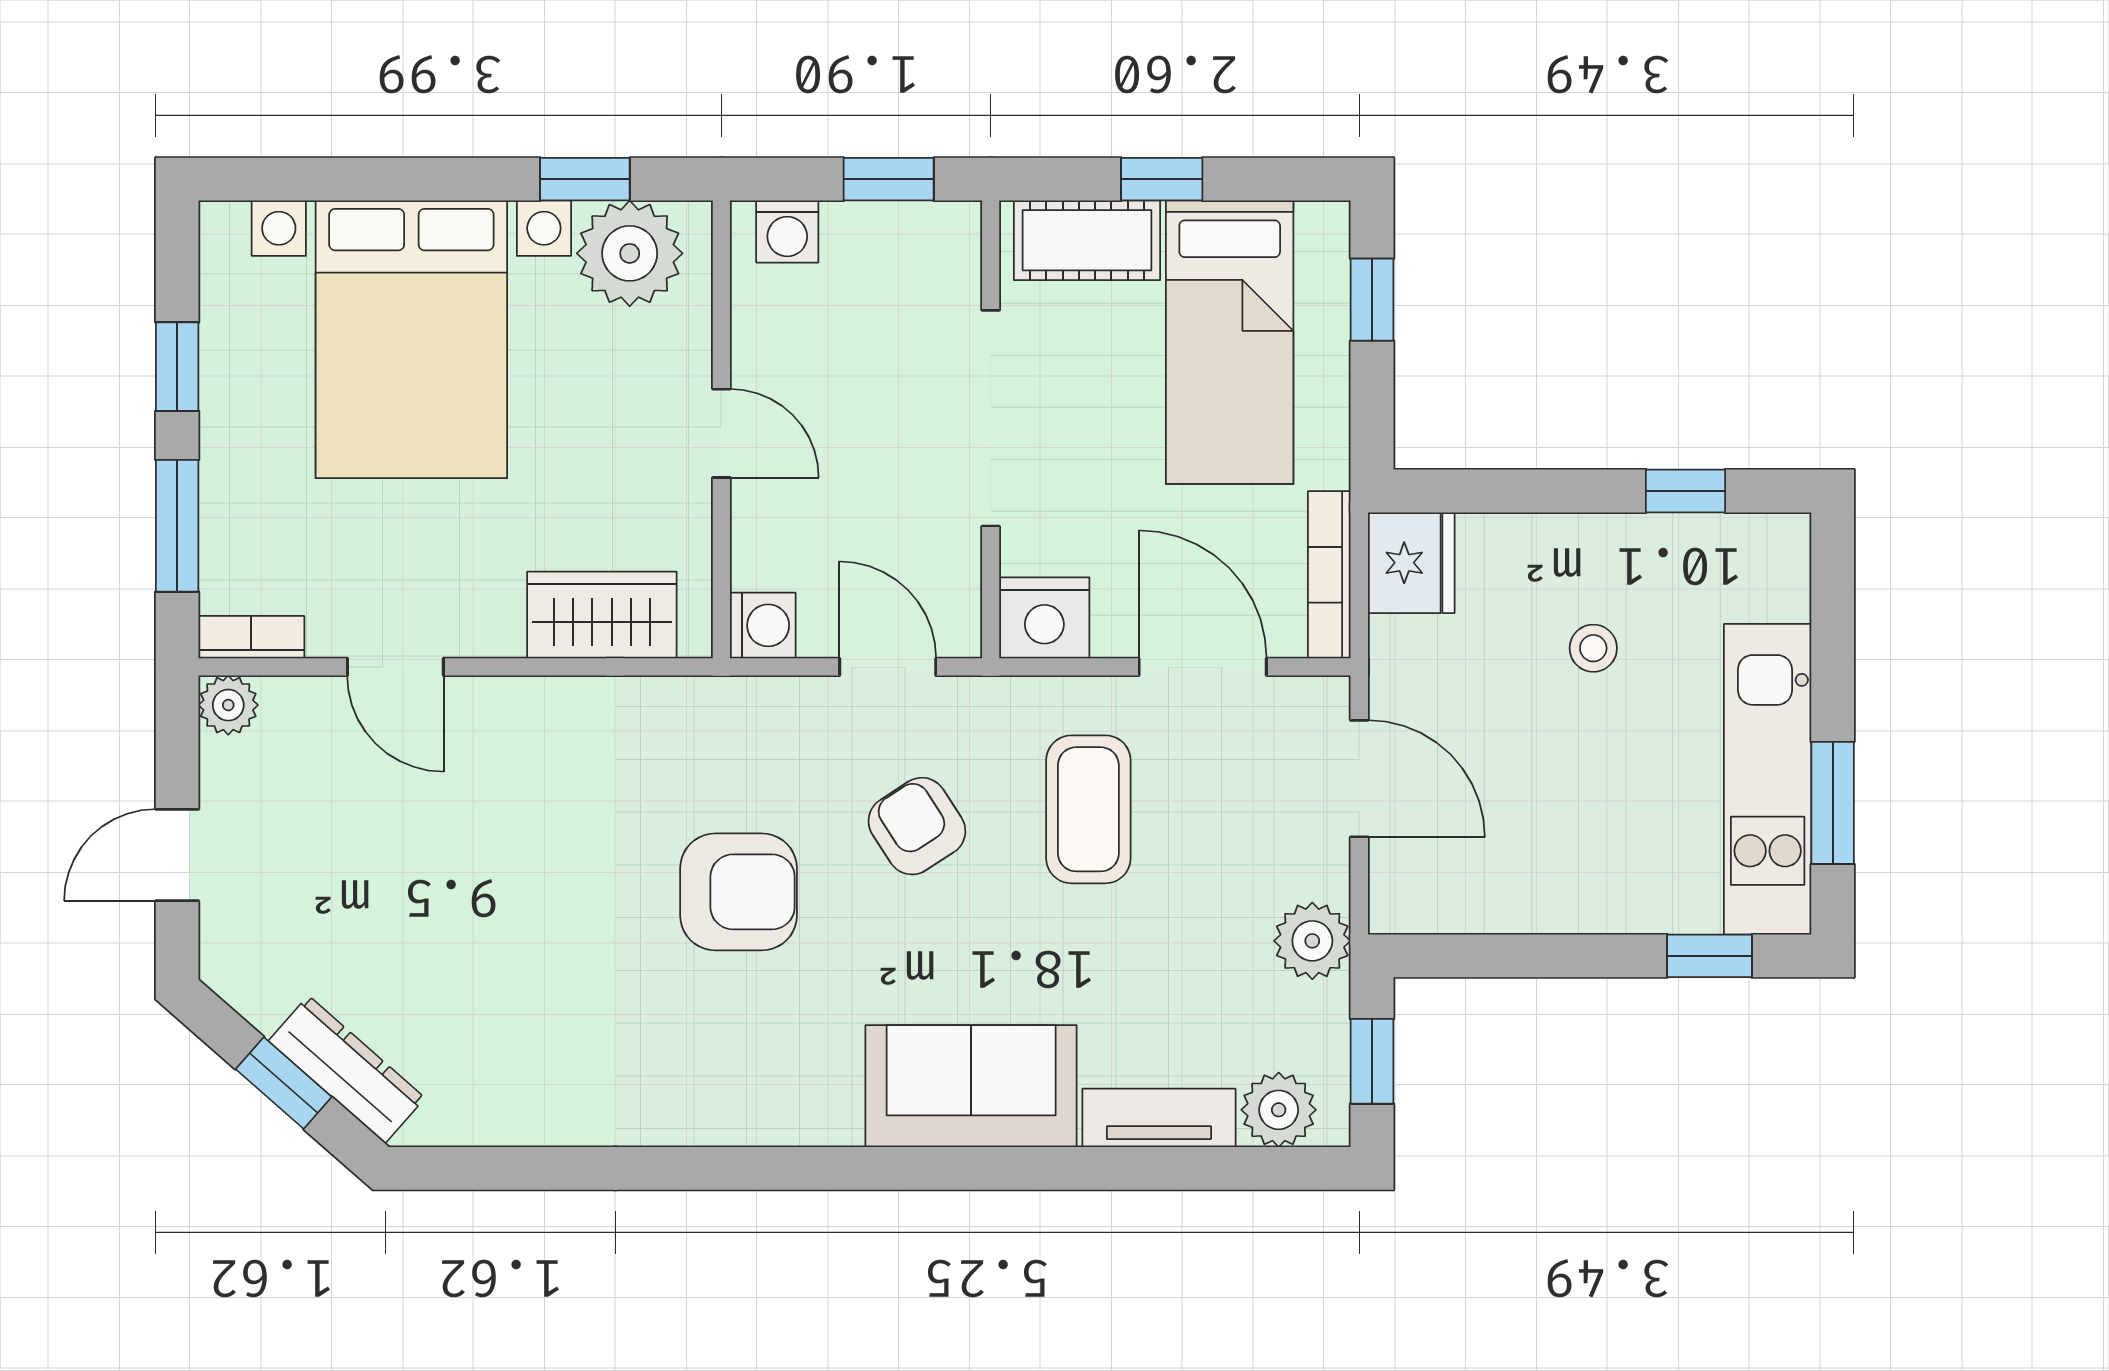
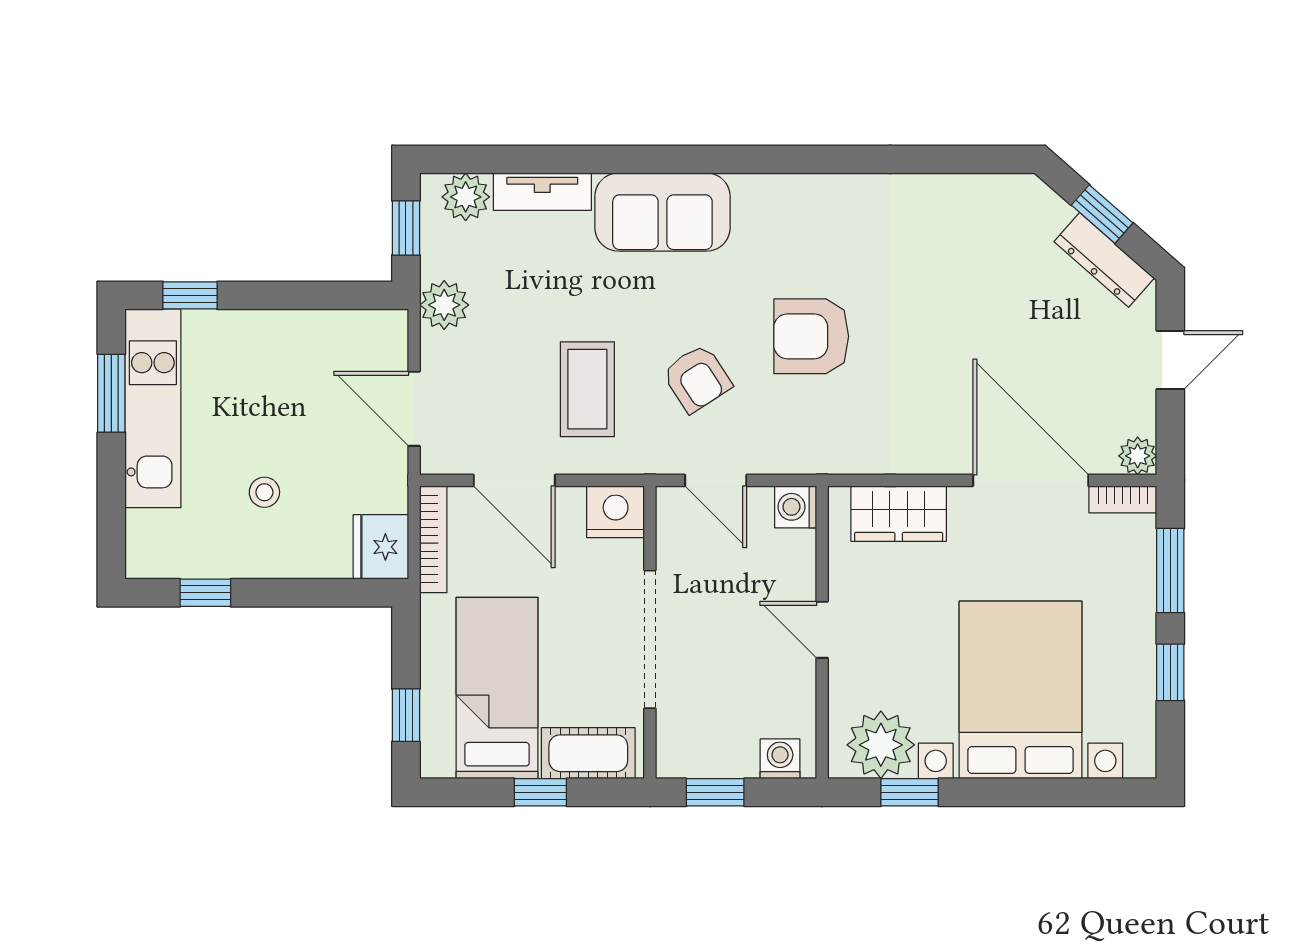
door: (395, 667) -> (1031, 480), width x1.87
dresser: (347, 1069) -> (1104, 260), moved

